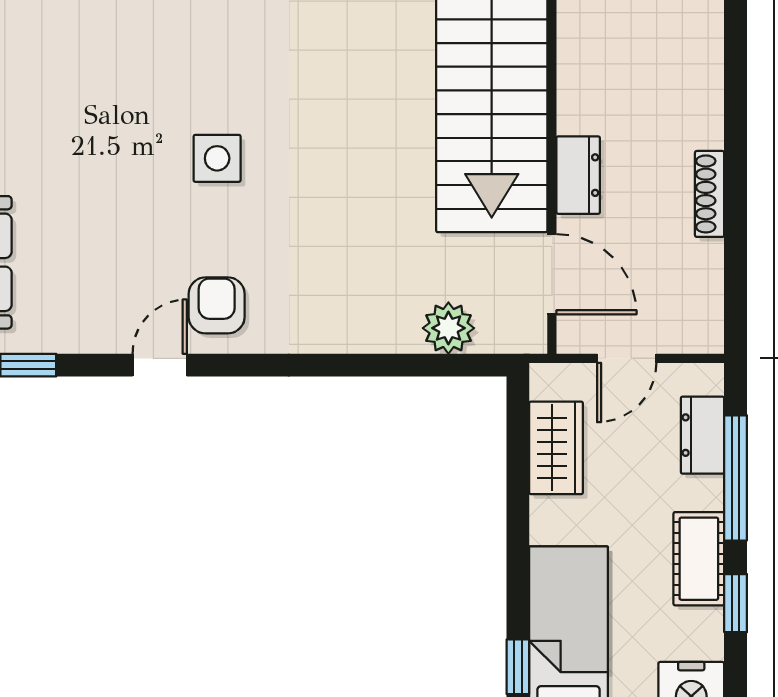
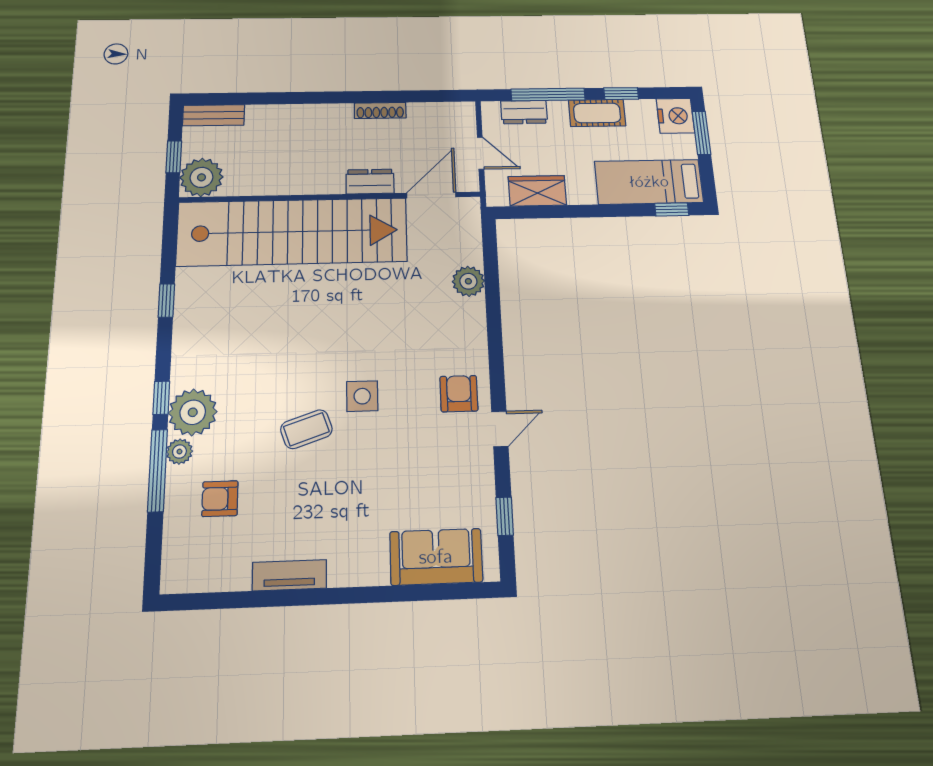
coffee table: (168, 74) -> (306, 429), added
armchair: (217, 305) -> (459, 394), turned 90
plant: (448, 328) -> (468, 281), moved
door: (160, 365) -> (500, 429), swing flipped

